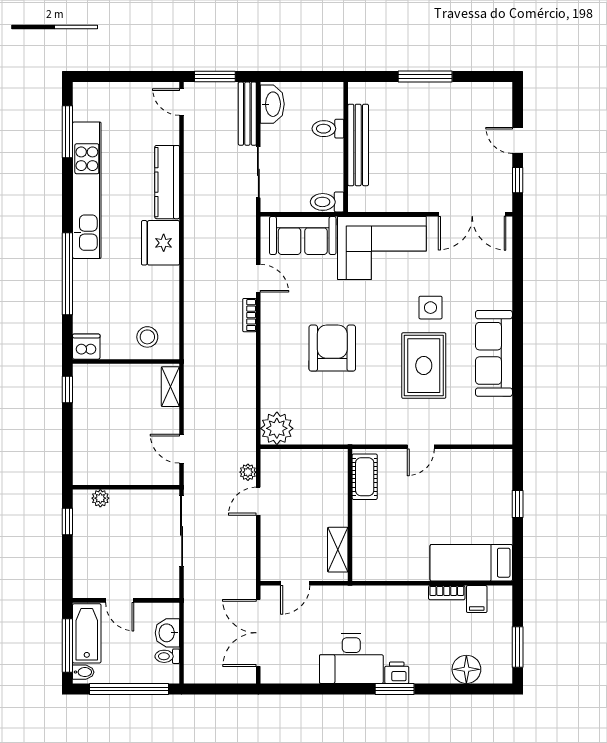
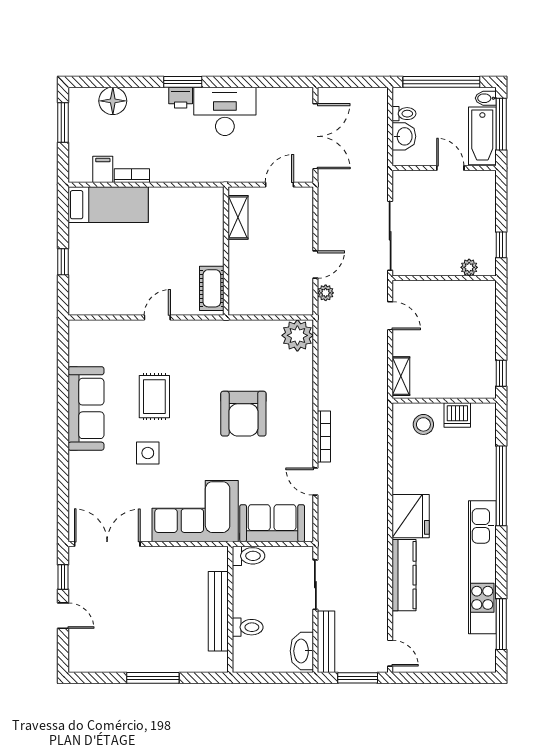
bookcase: (250, 315) -> (324, 437), width x1.56
dishwasher: (86, 347) -> (457, 415), moved
rug: (424, 366) -> (154, 397), width x0.73, depth x0.70

